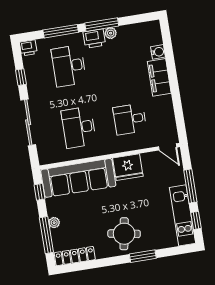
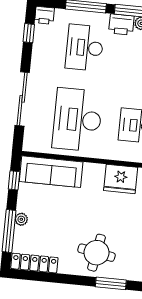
window: (21, 77) -> (29, 33), moved
desk: (79, 127) -> (77, 120), width x1.36, depth x1.30
sofa: (78, 178) -> (51, 172), width x0.74, depth x0.79

